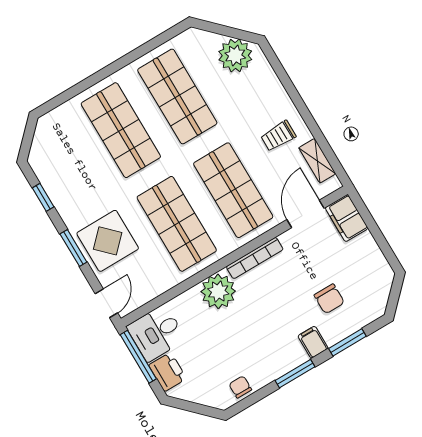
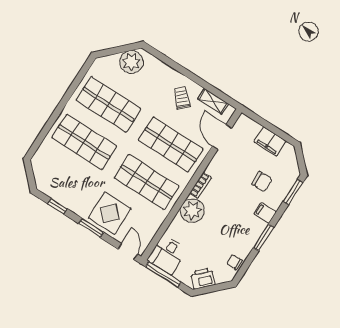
trolley: (278, 136) -> (182, 98), turned 136
filing cabinet: (347, 218) -> (270, 141), moved
bookcase: (255, 258) -> (200, 185), width x0.64
window: (347, 342) -> (293, 192), moved
printer: (168, 372) -> (203, 278), moved, turned -45

